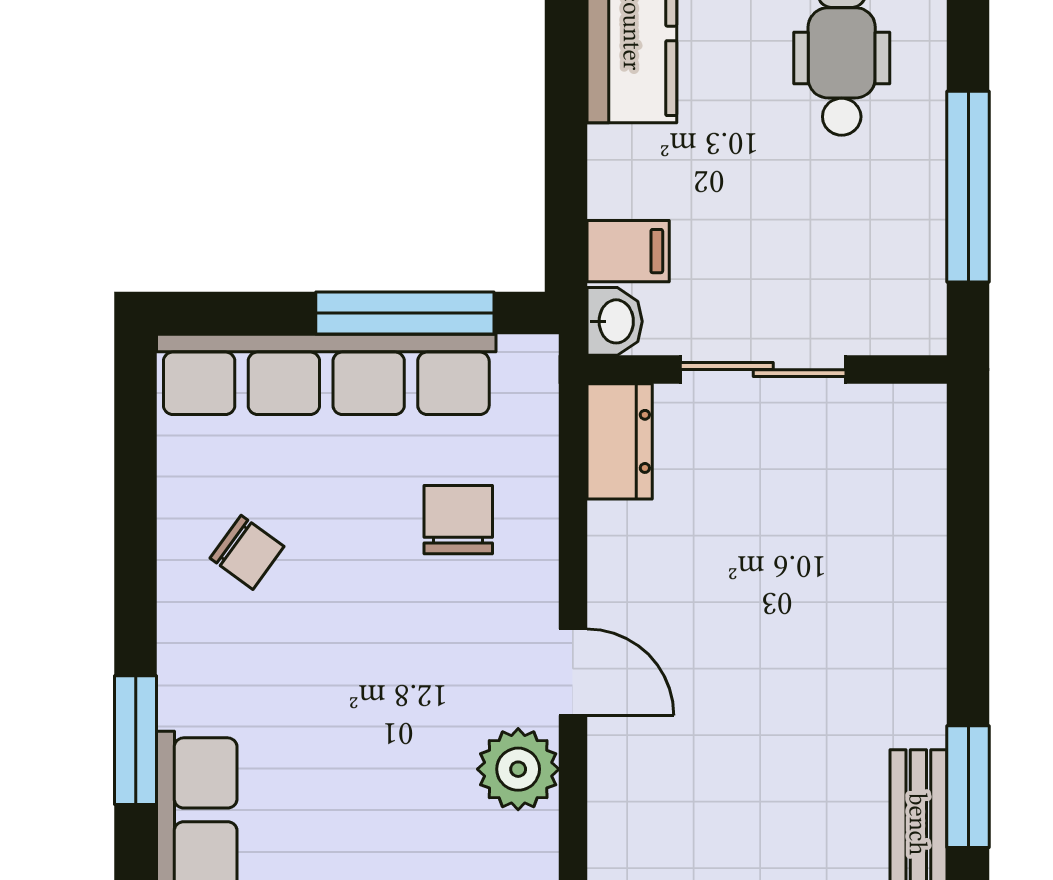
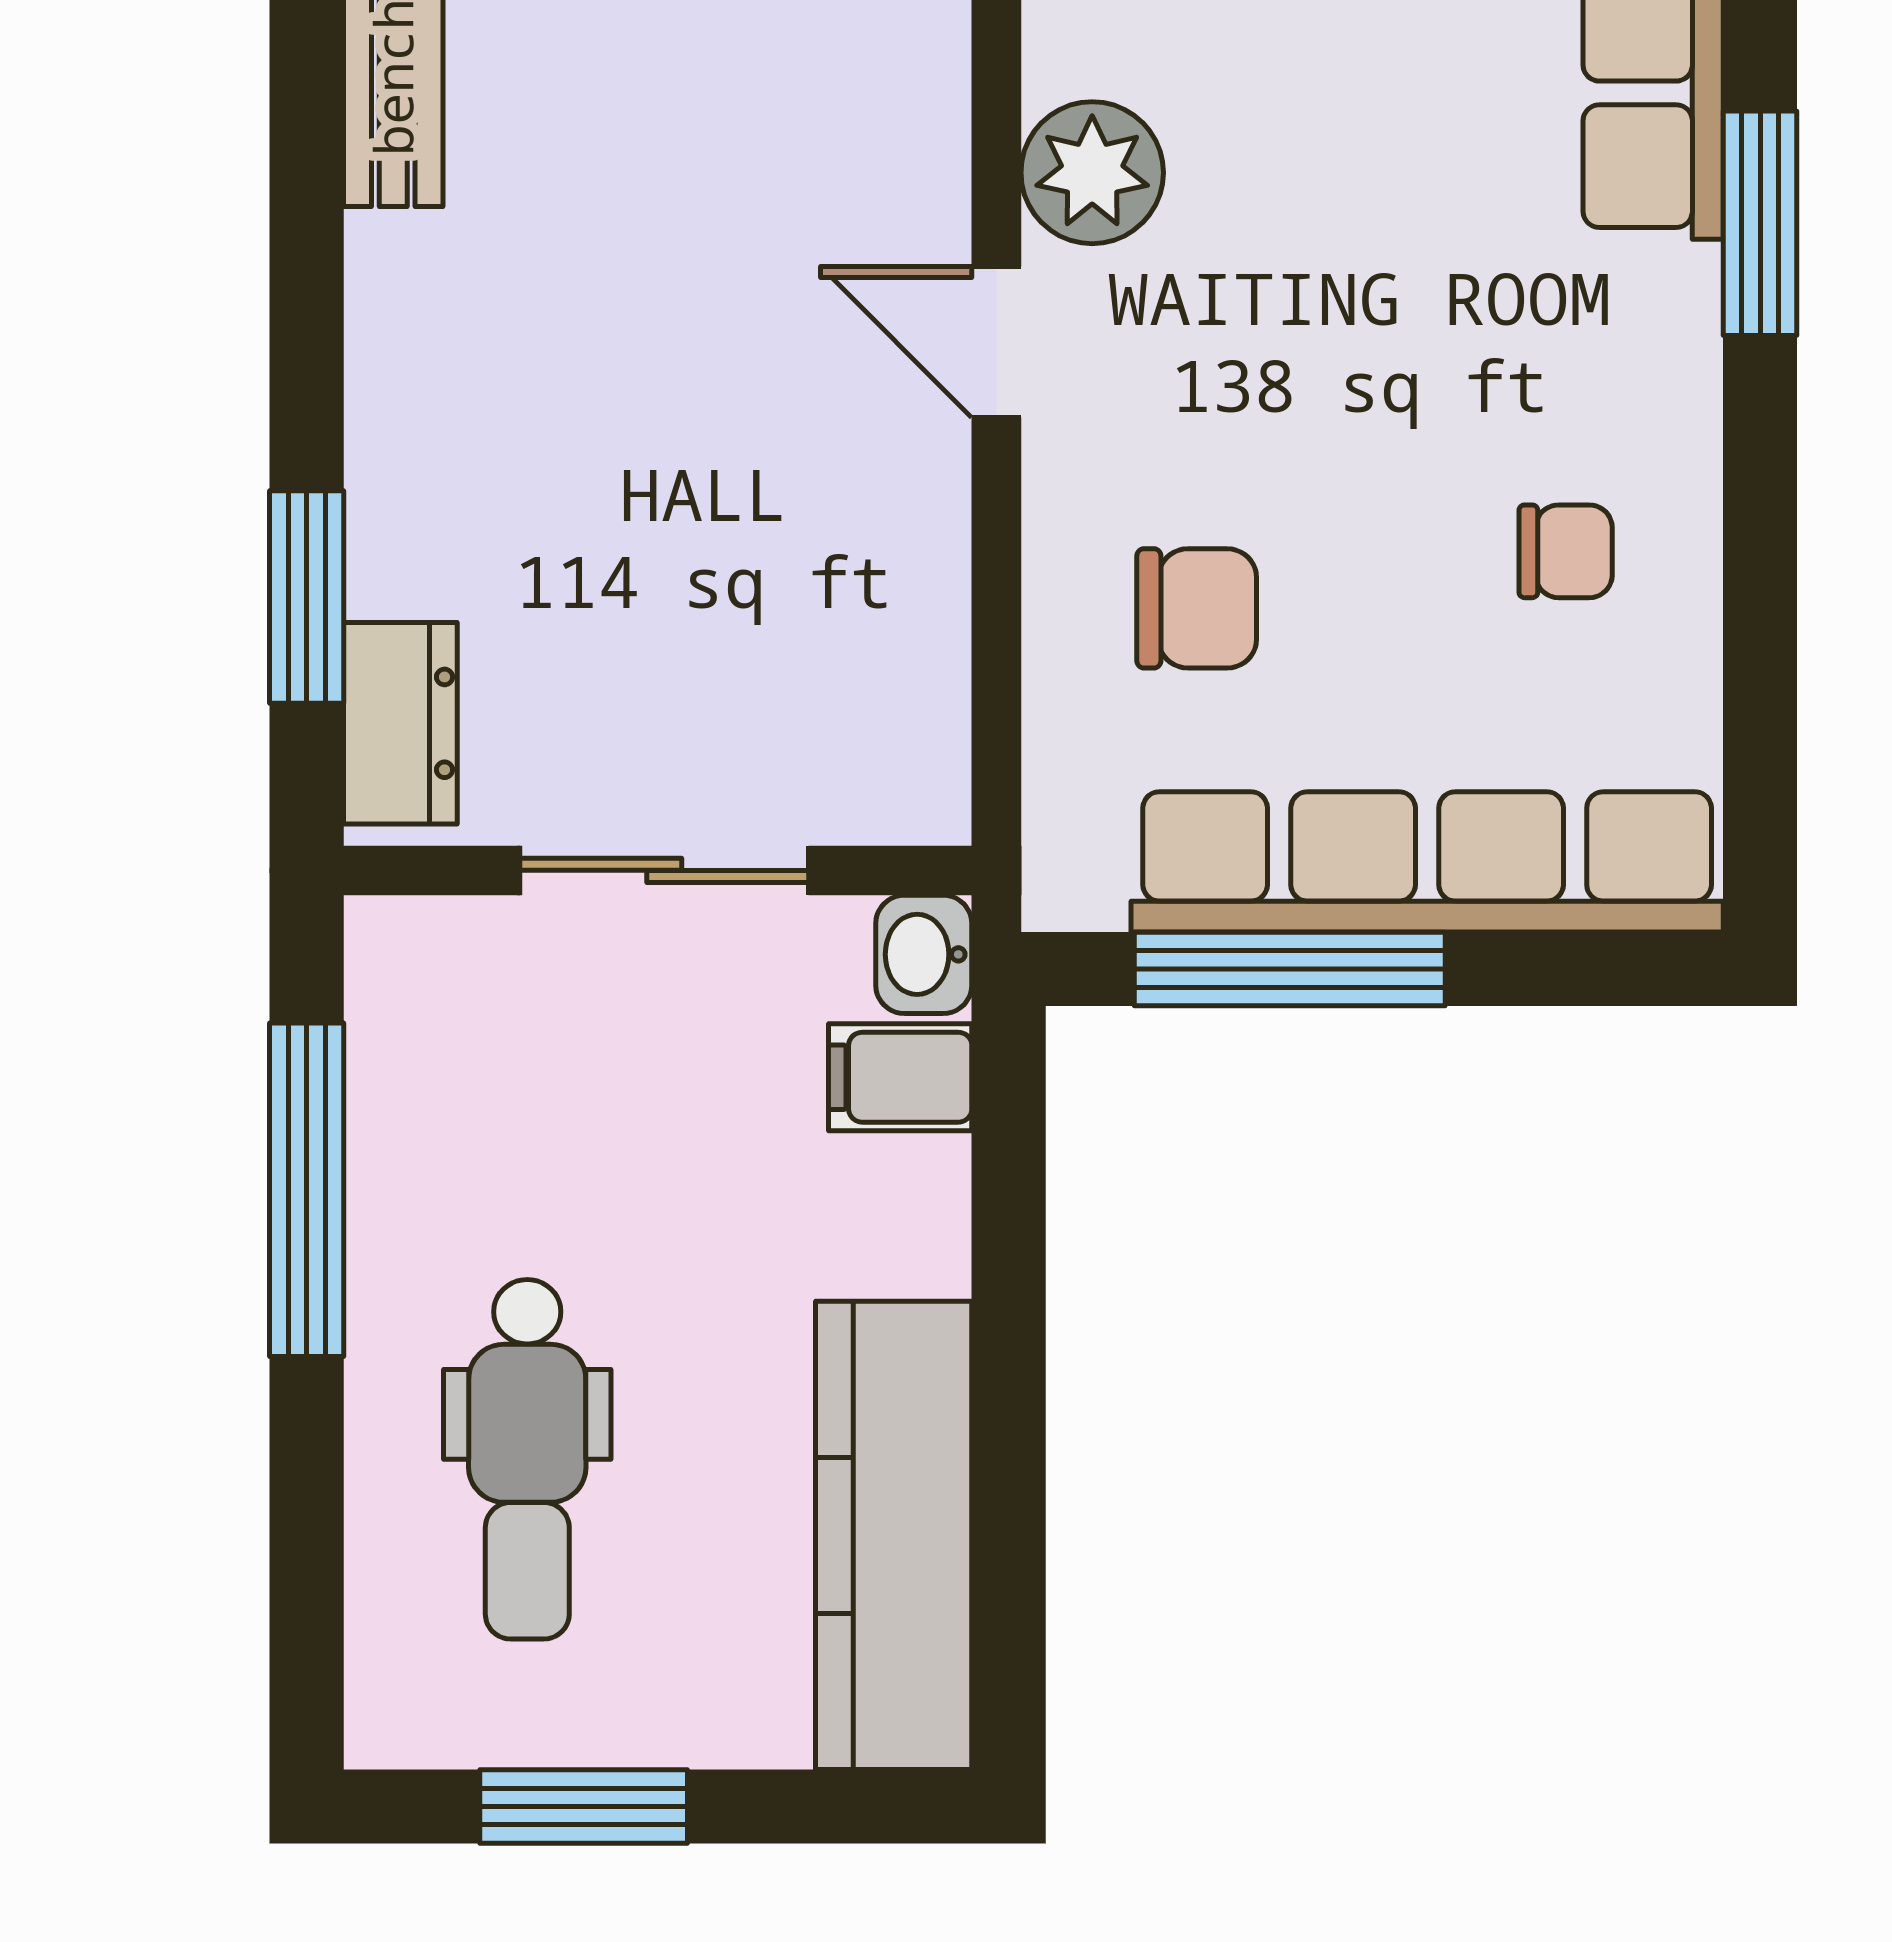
dresser: (620, 441) -> (400, 723), moved, turned 180
chair: (458, 520) -> (1197, 608), turned -90
chair: (247, 552) -> (1566, 551), turned 144
window: (968, 787) -> (307, 597), moved

